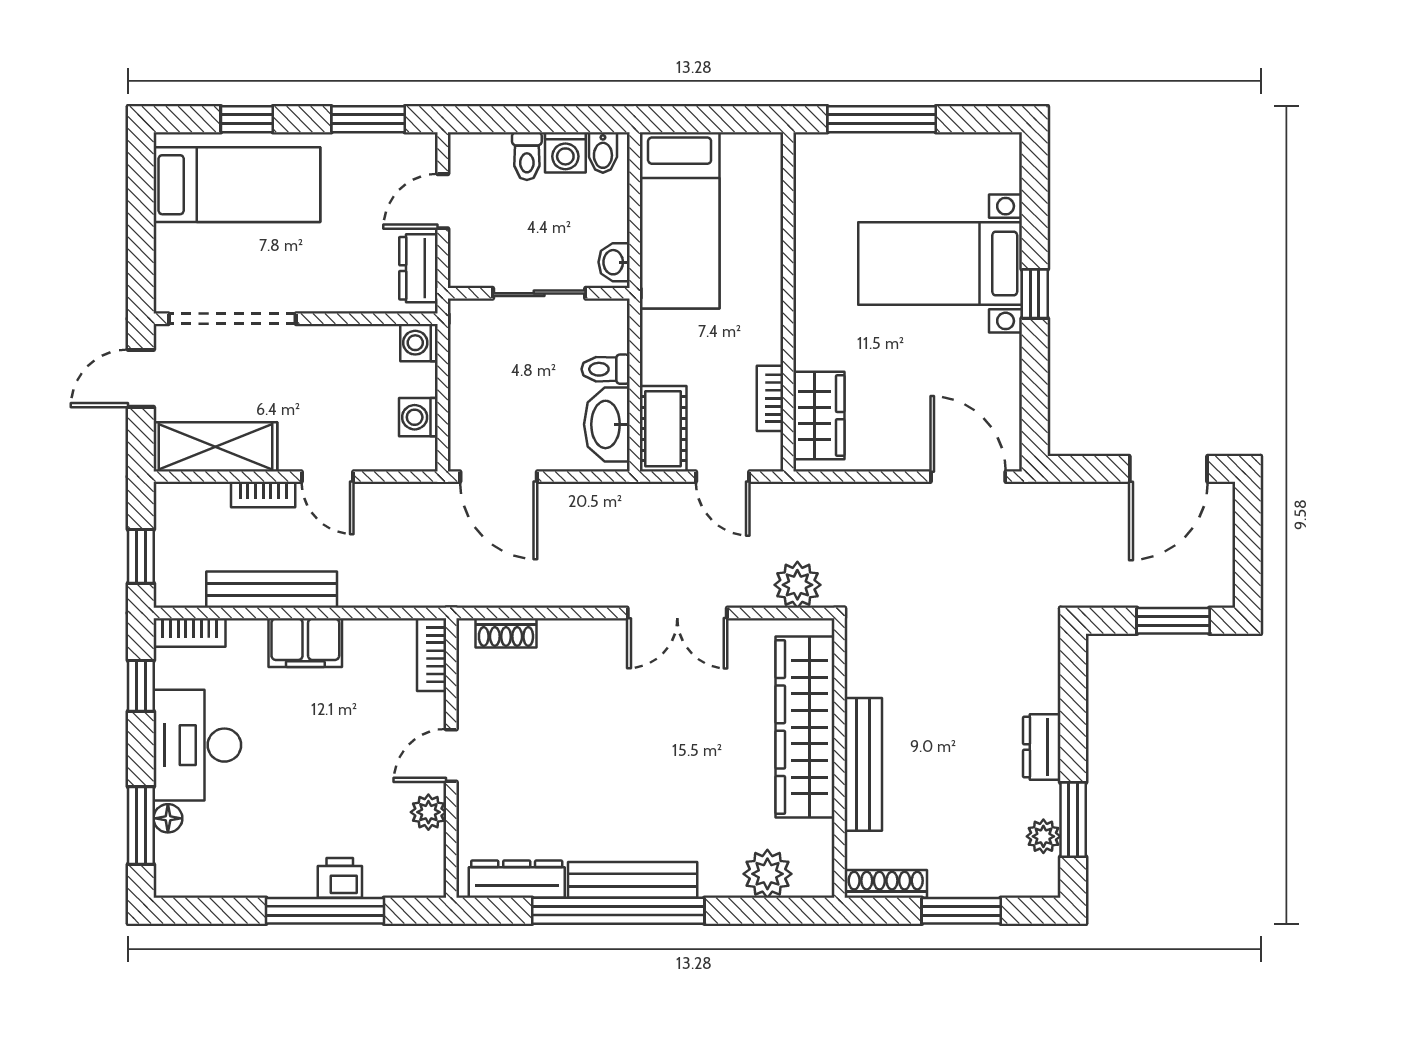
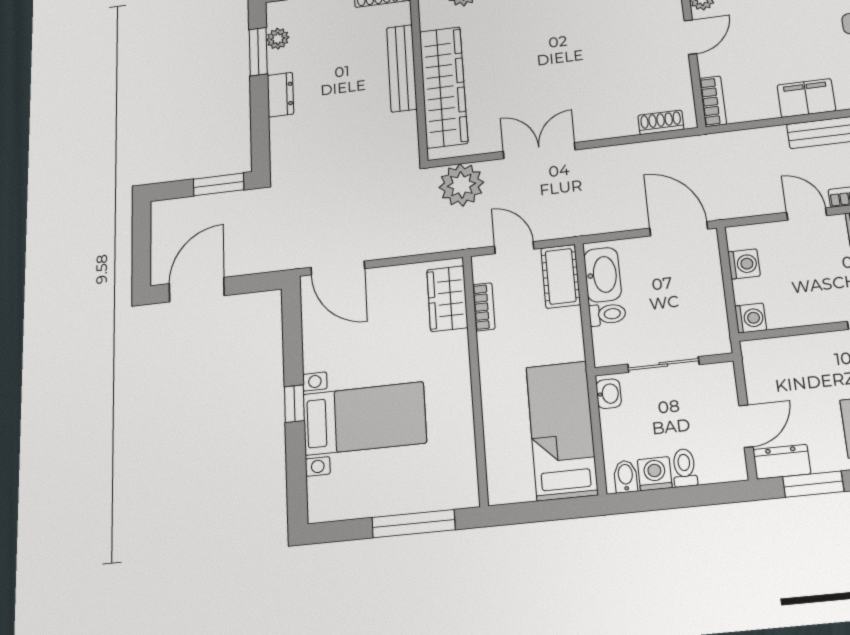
dresser: (418, 268) -> (782, 462), moved, turned -90
plant: (797, 585) -> (461, 185), width x1.36, depth x1.36
window: (1173, 621) -> (219, 184), moved

